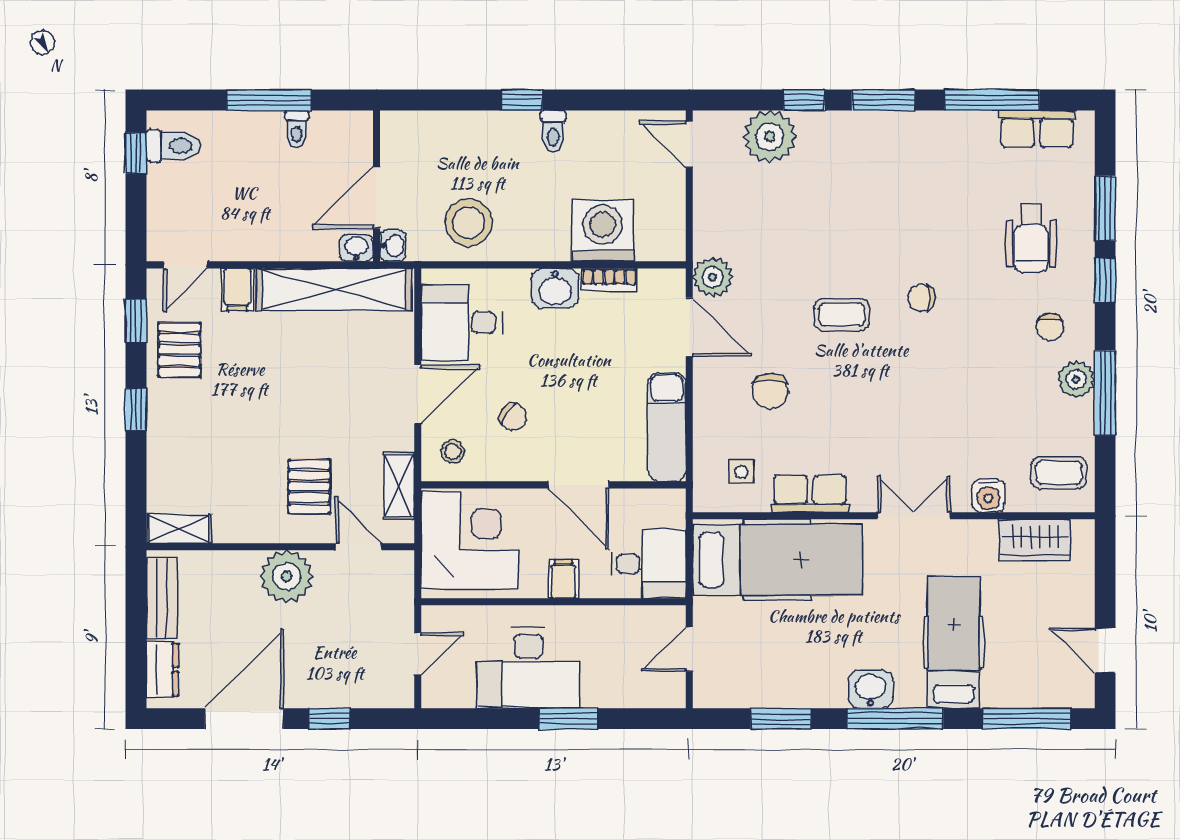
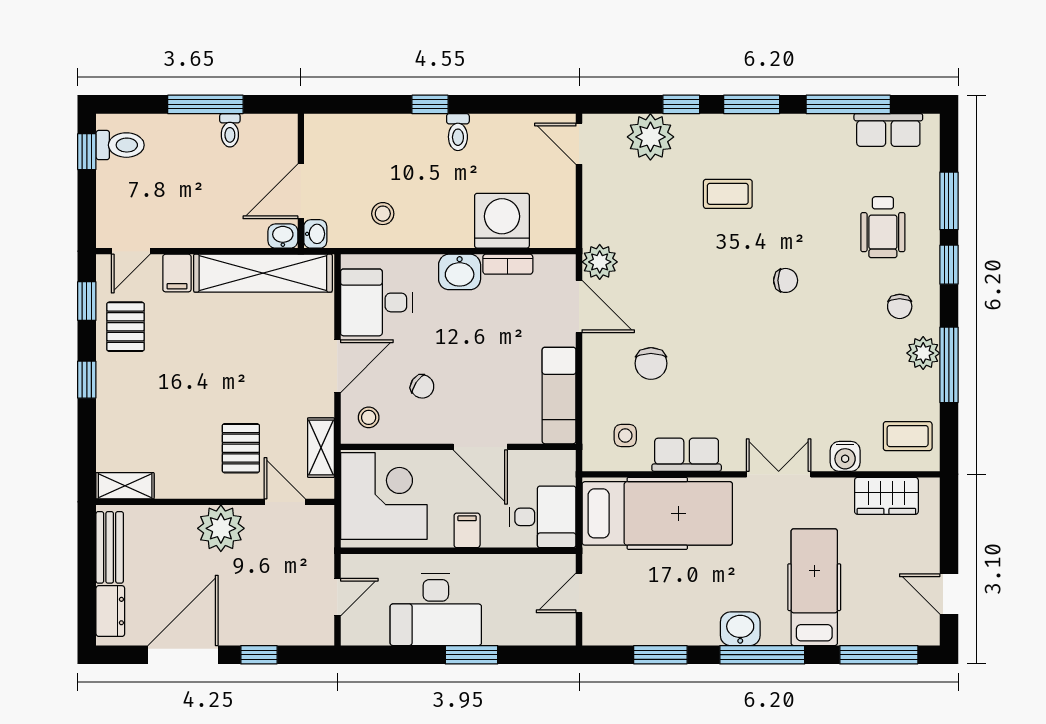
stool: (469, 223) -> (383, 214), width x0.53, depth x0.53
chair: (922, 298) -> (786, 280), turned 180
coffee table: (842, 315) -> (728, 194), moved

